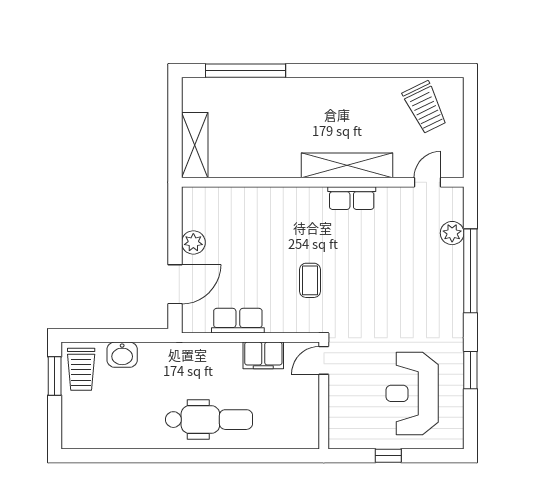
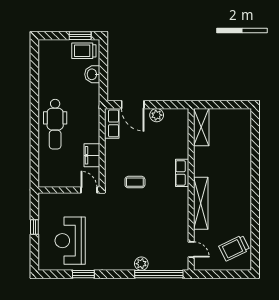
window: (245, 71) -> (255, 145), removed
shelving: (195, 145) -> (201, 127), moved, turned 90
row of seats: (352, 198) -> (182, 173), moved
plant: (452, 233) -> (141, 264), moved
window: (470, 271) -> (159, 274), moved
row of seats: (238, 321) -> (112, 123), moved
reception desk: (412, 393) -> (70, 241), turned -90

